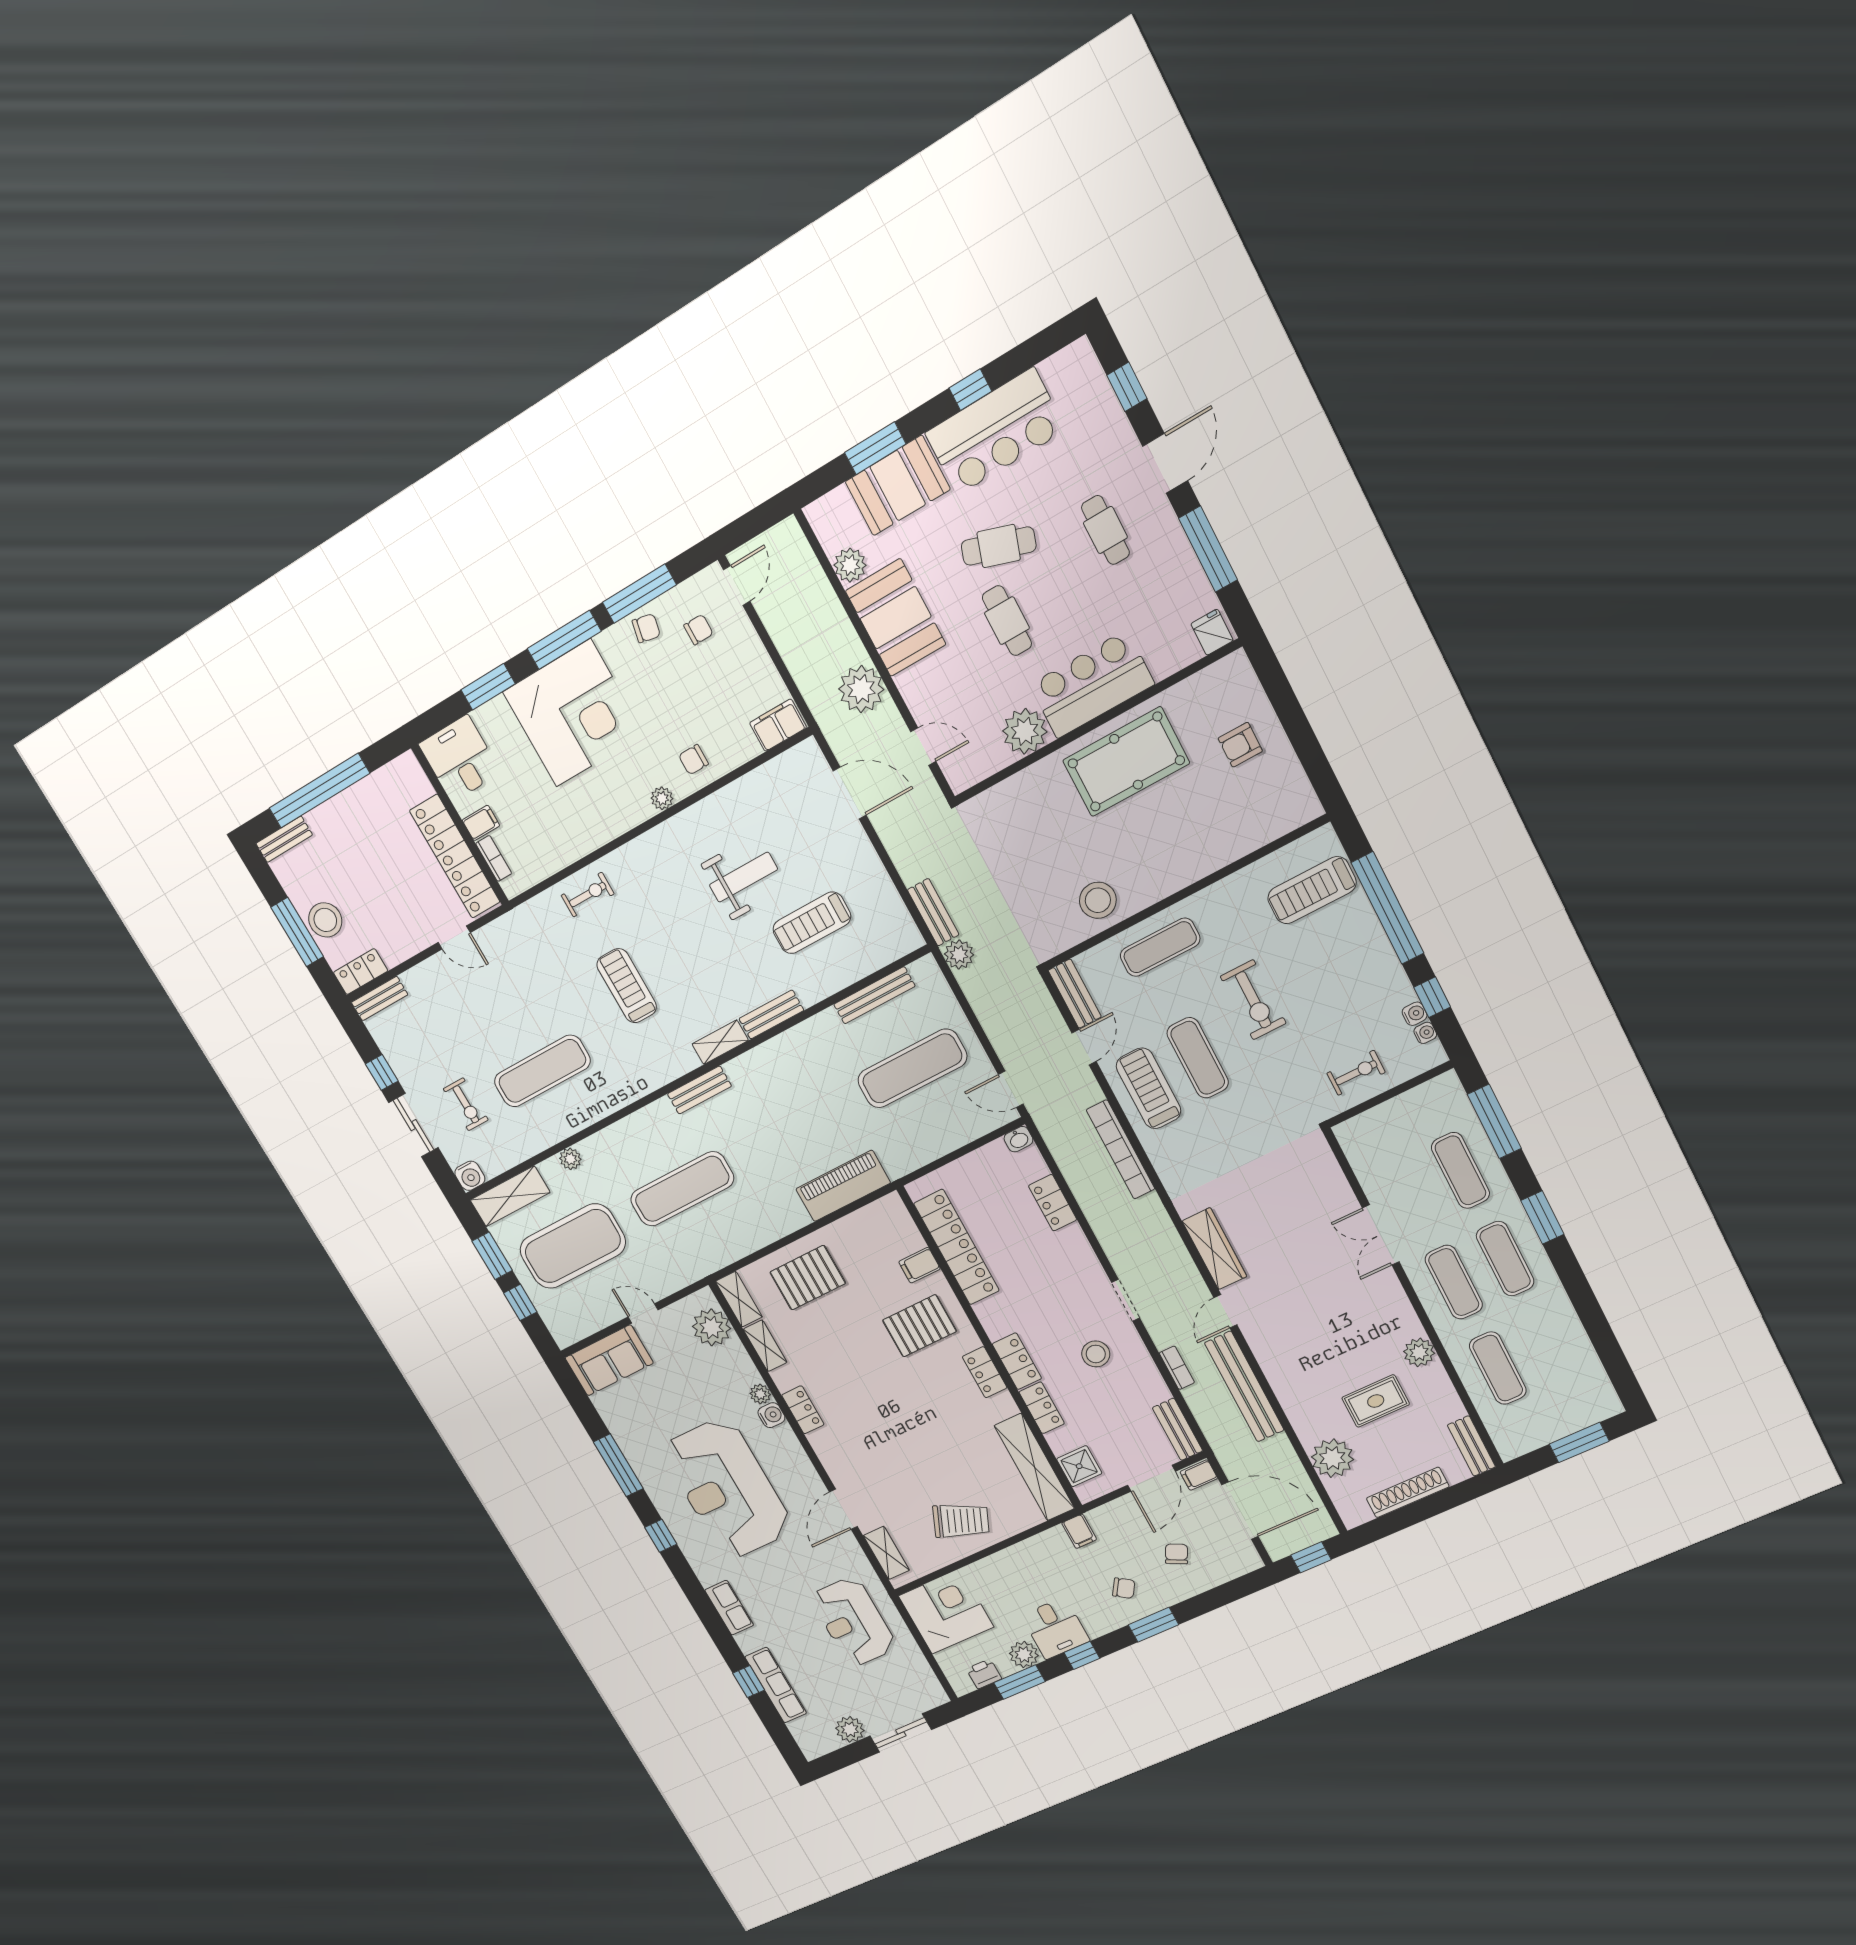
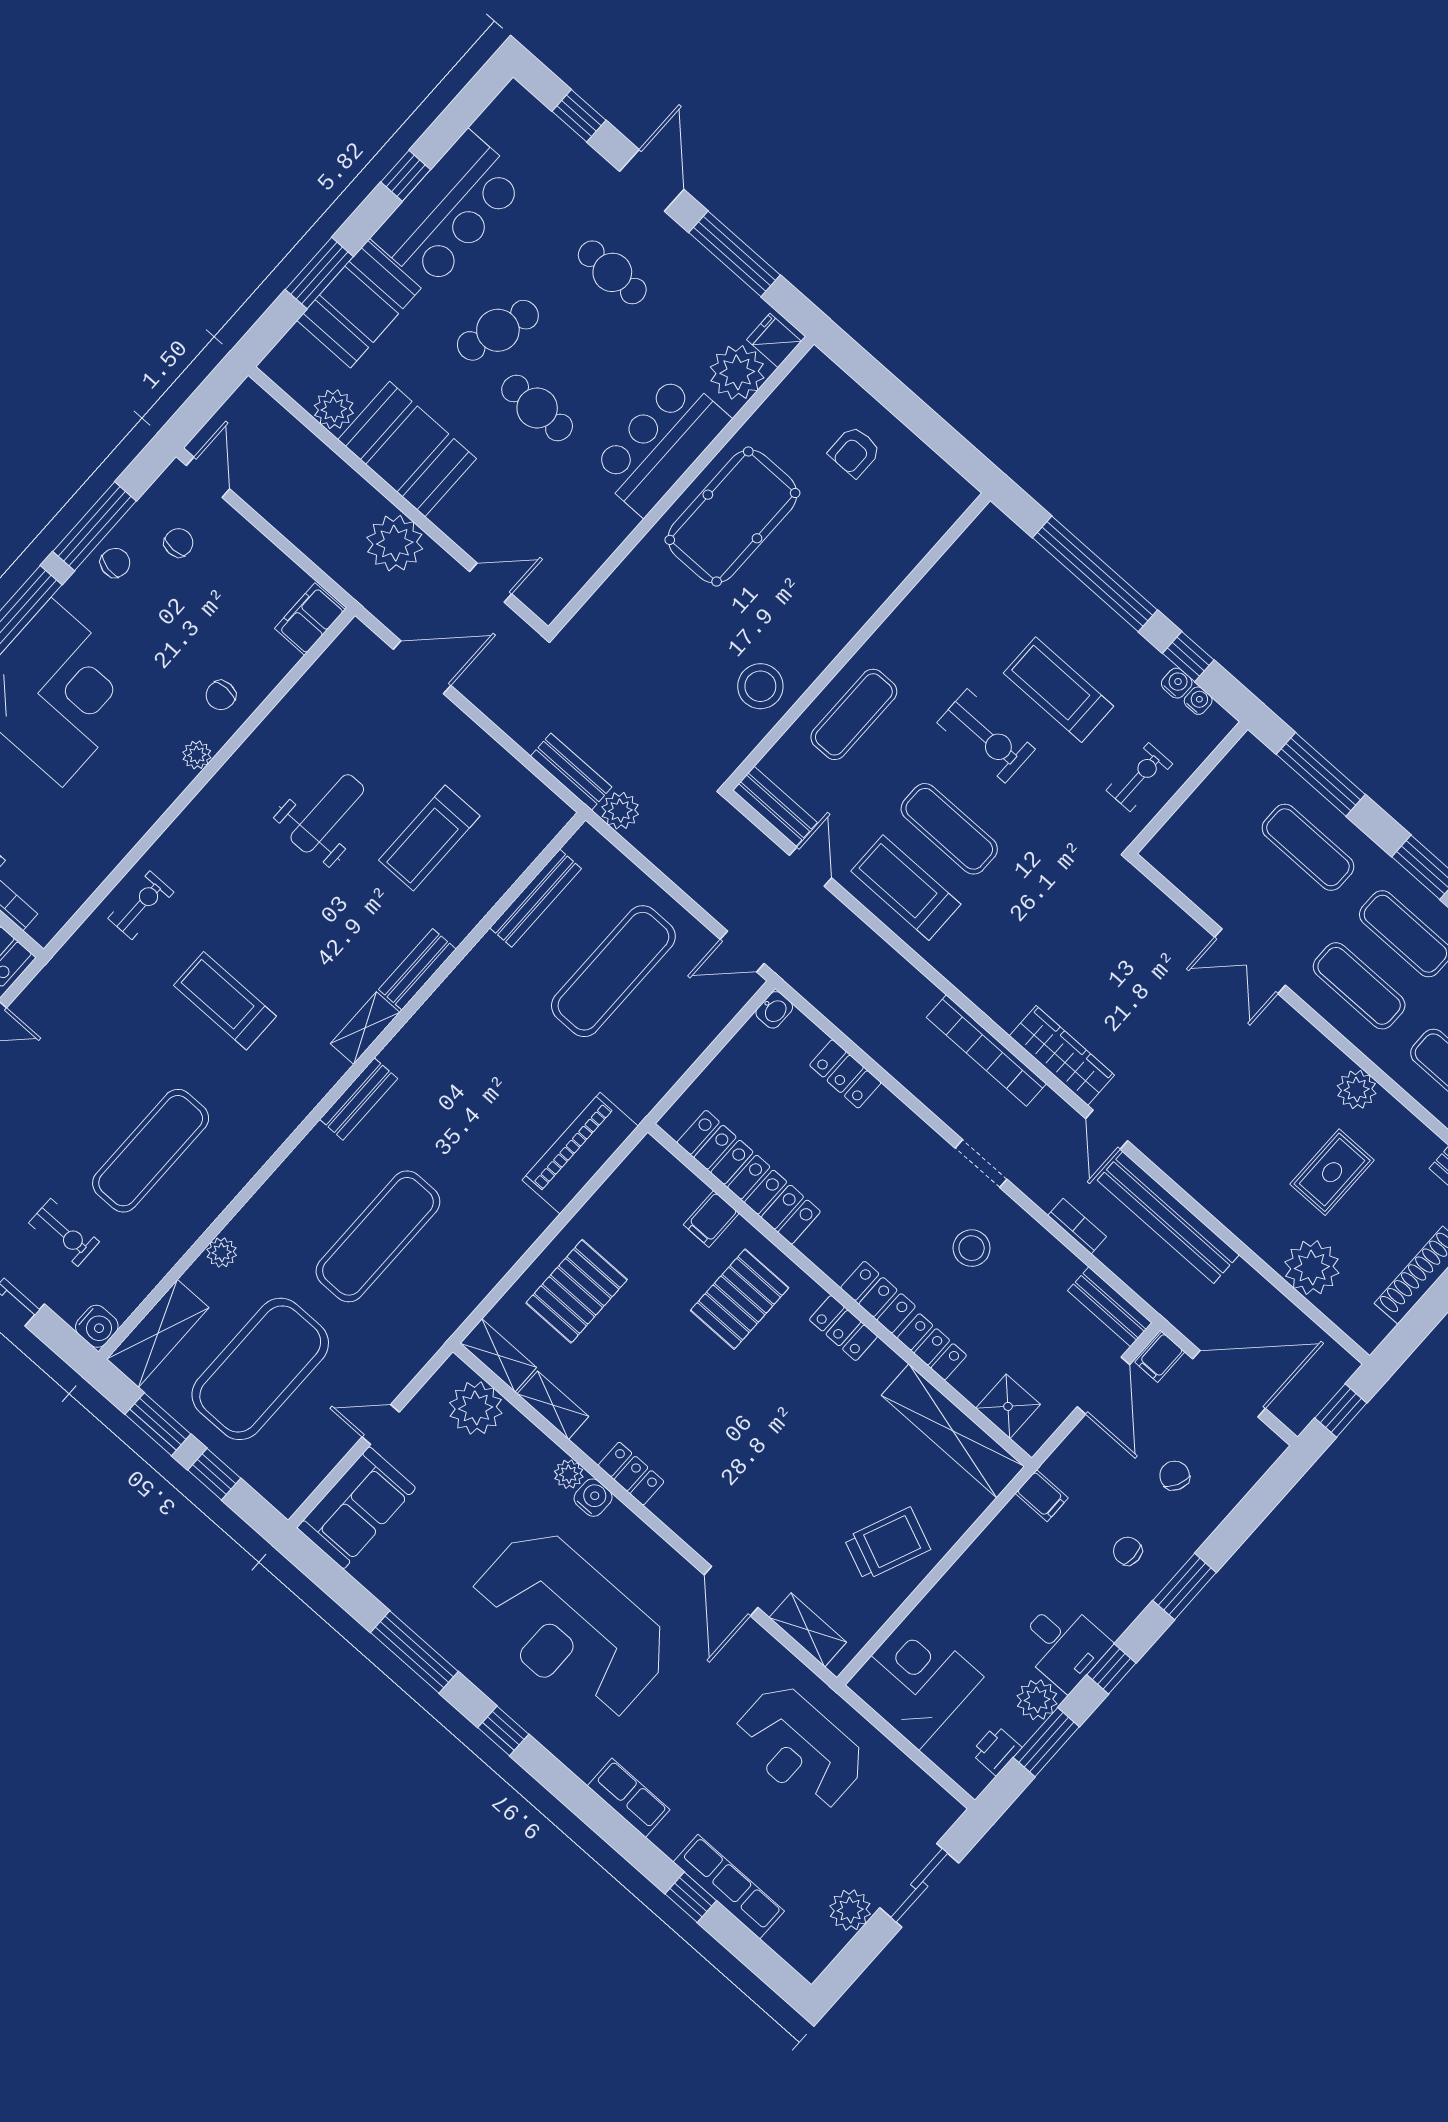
plant: (1025, 731) -> (737, 372), moved
treadmill: (1312, 890) -> (1059, 690), moved, turned 90
bookcase: (1121, 1149) -> (986, 1050), moved
chair: (1124, 1588) -> (1128, 1551), turned -124

